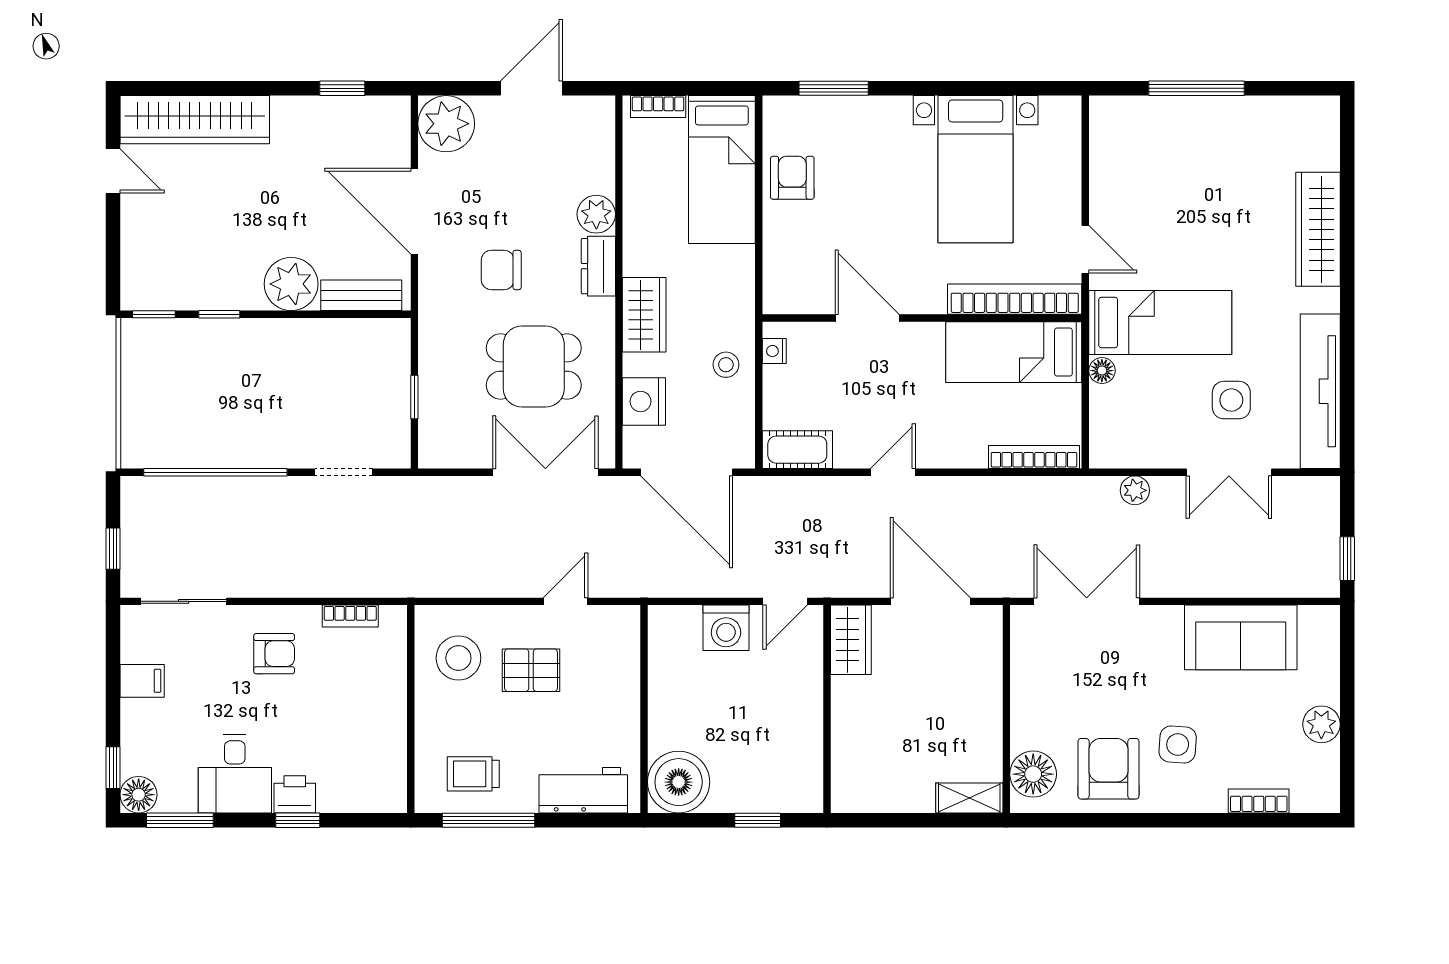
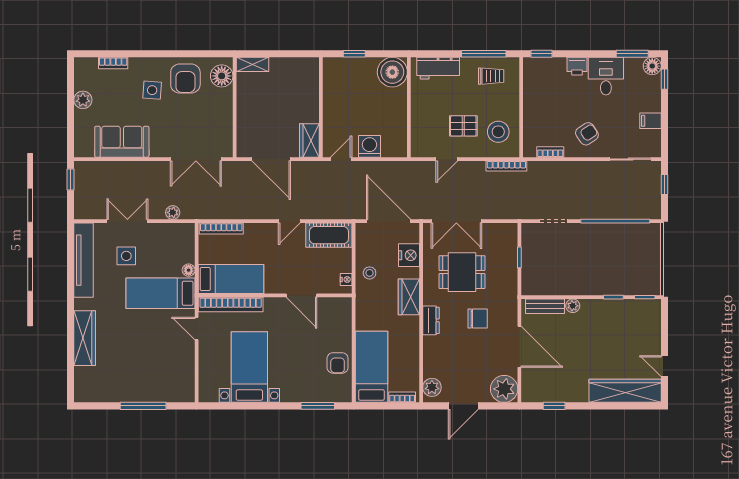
plant: (596, 214) -> (432, 387), moved
plant: (291, 284) -> (573, 306), width x0.53, depth x0.53
cot: (797, 450) -> (329, 235), width x1.37, depth x1.34
bookcase: (441, 587) -> (506, 166), added
armchair: (274, 654) -> (587, 134), turned 146
window: (298, 820) -> (541, 54), moved

